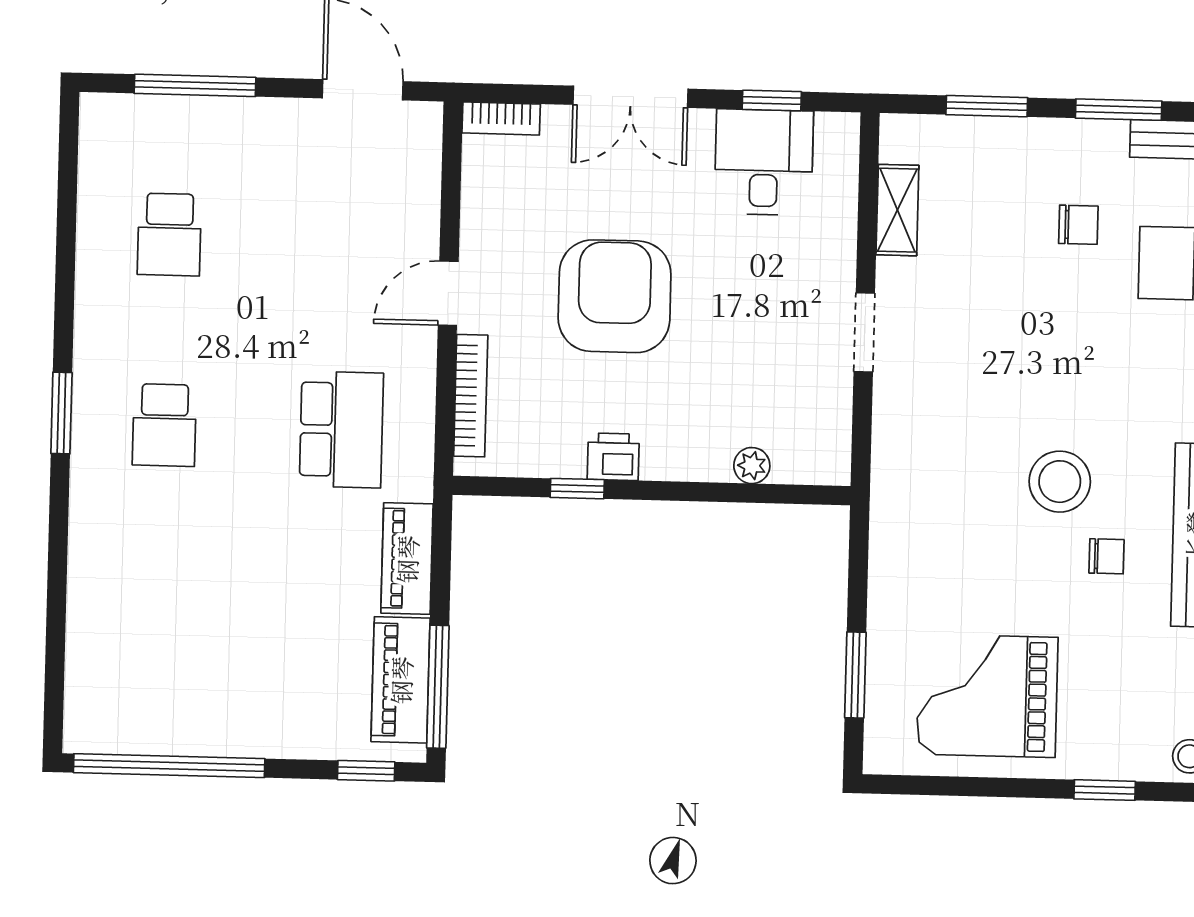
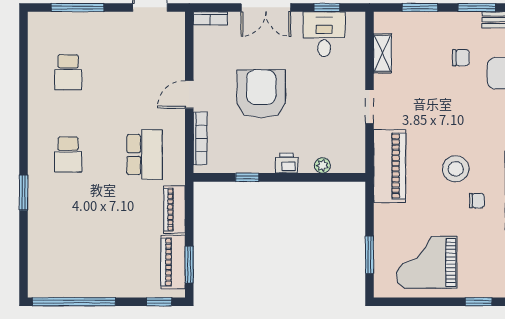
window: (61, 413) -> (23, 193), moved
printer: (613, 457) -> (287, 163), moved
piano: (907, 471) -> (390, 166), added
window: (438, 687) -> (189, 265), width x0.69

